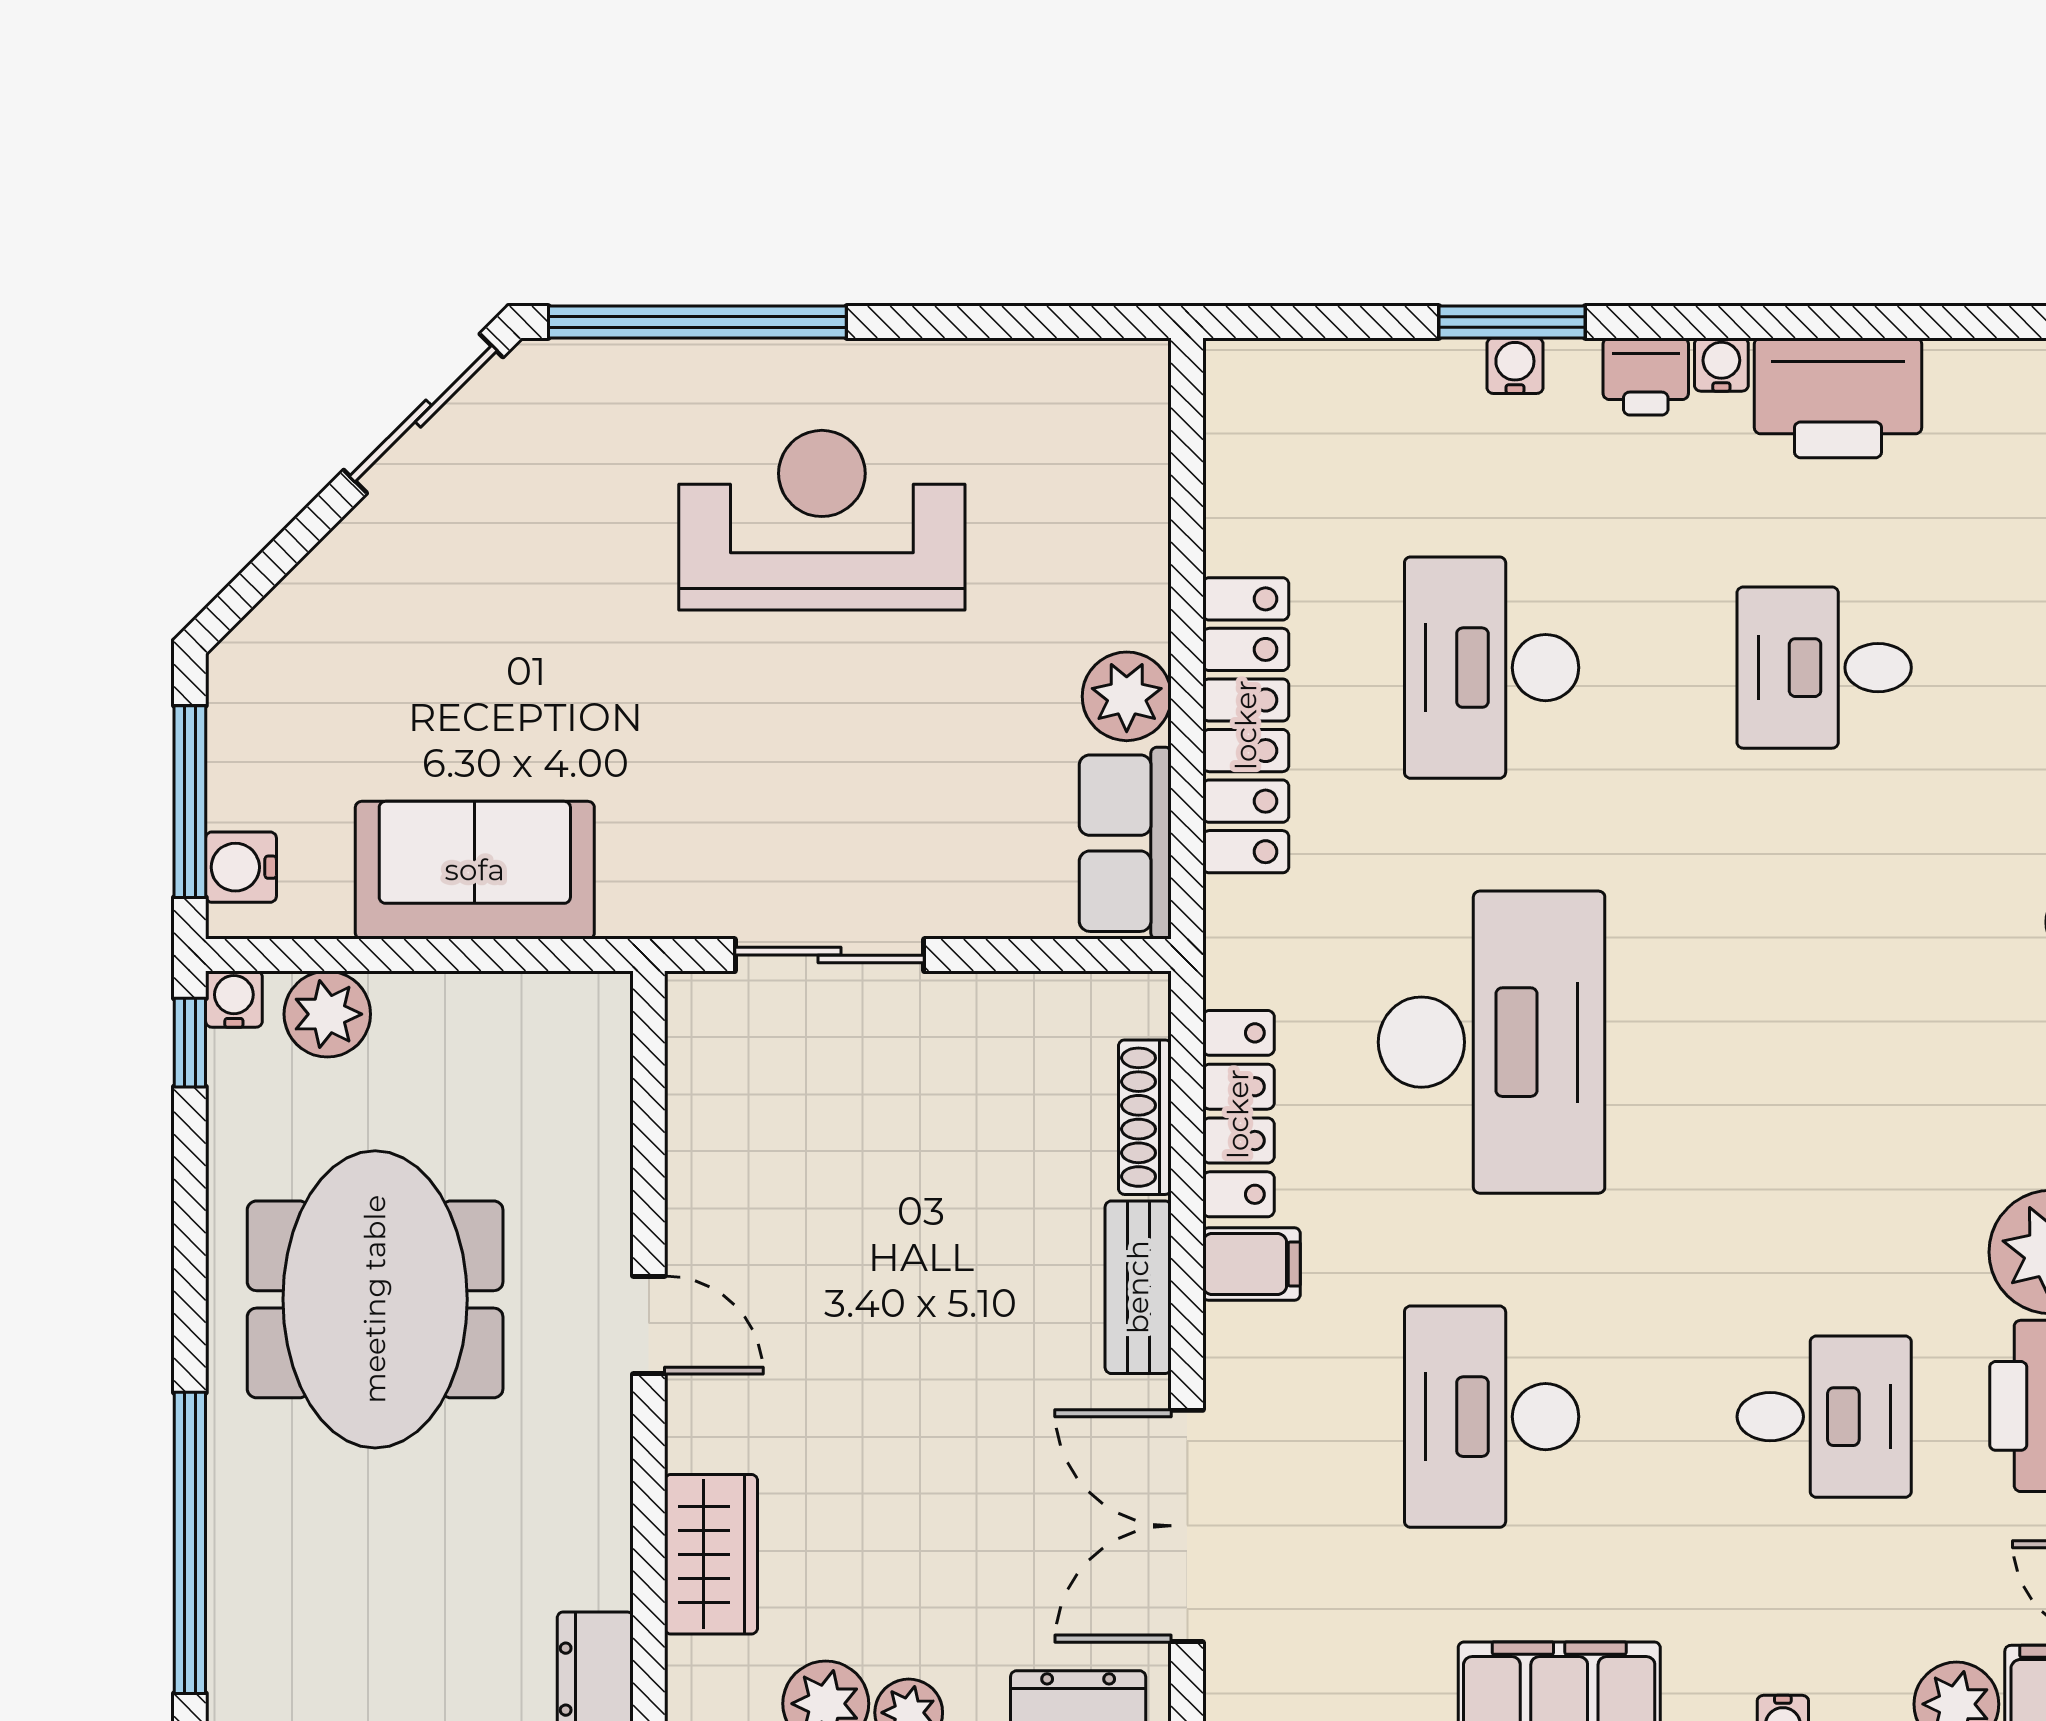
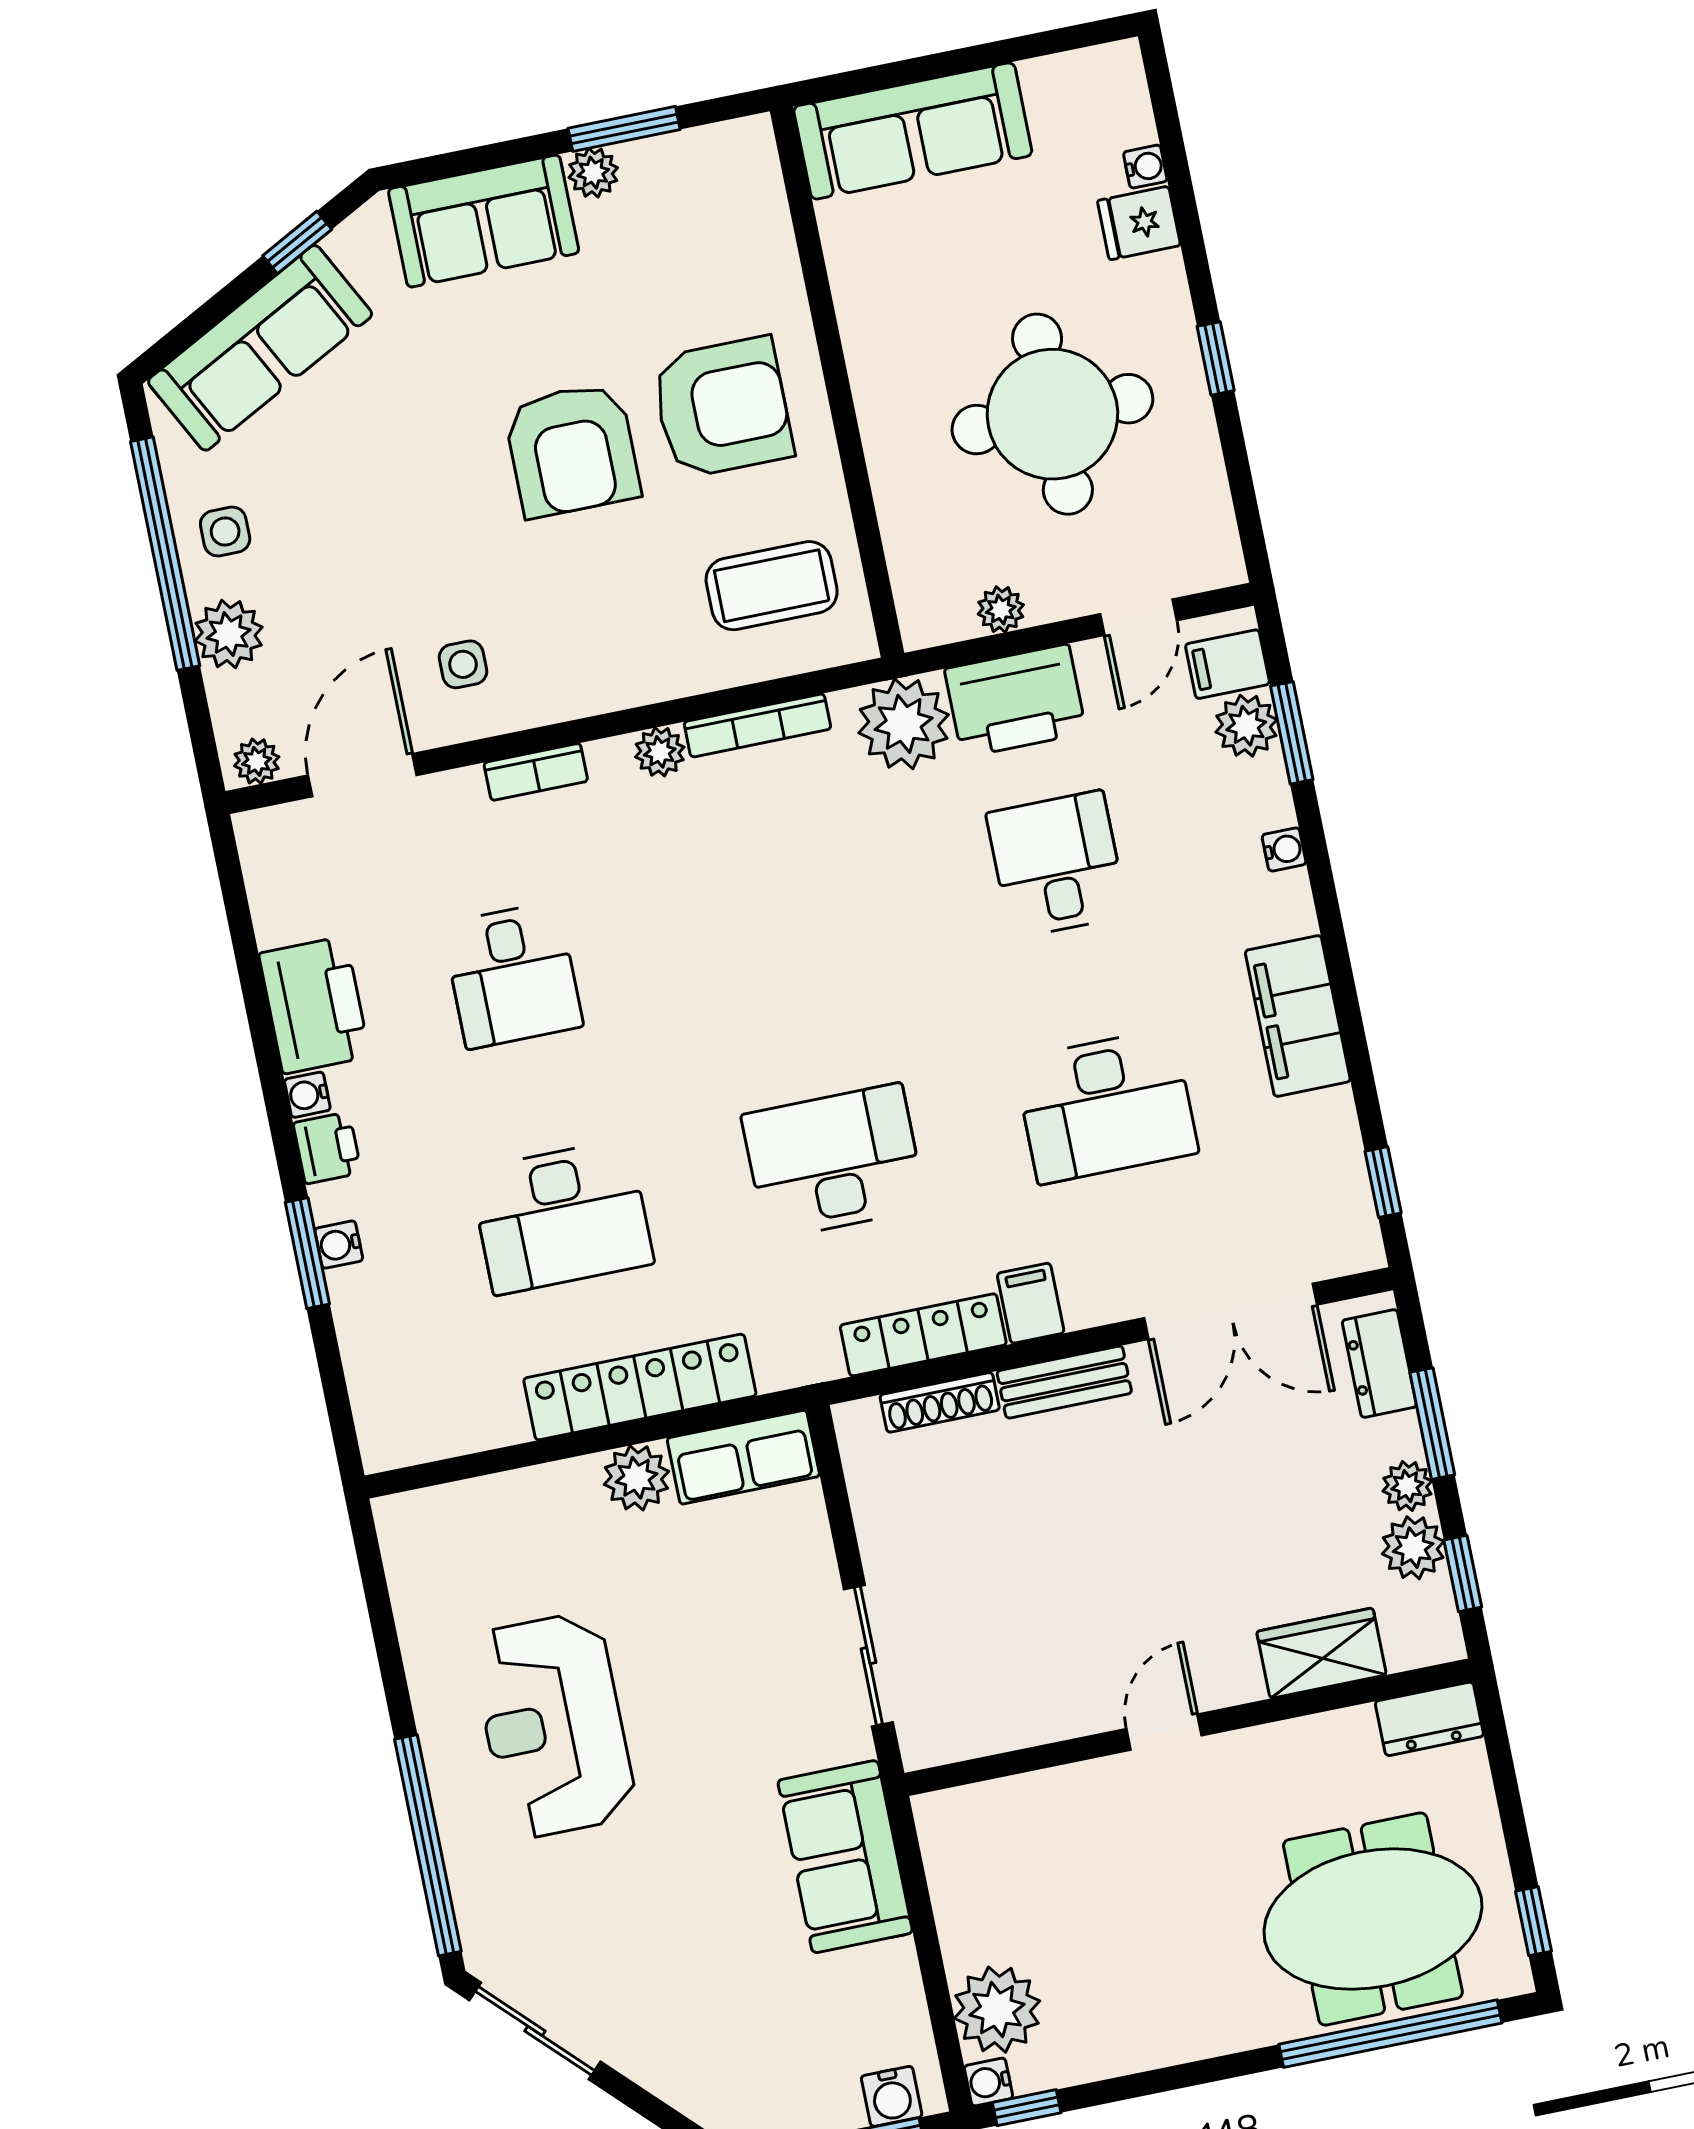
sofa: (475, 870) -> (845, 1857), moved
plant: (327, 1014) -> (997, 2010), width x1.36, depth x1.36
desk: (1492, 1042) -> (834, 1162), width x0.73, depth x0.77
meeting table: (375, 1299) -> (1373, 1919), moved

